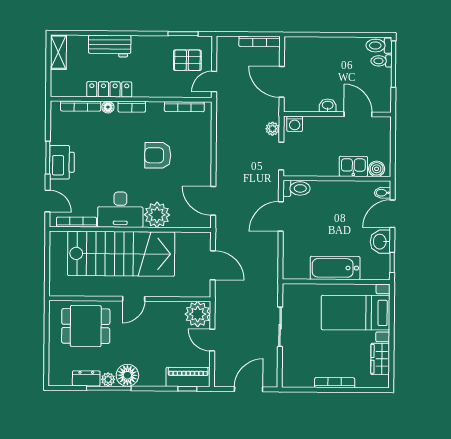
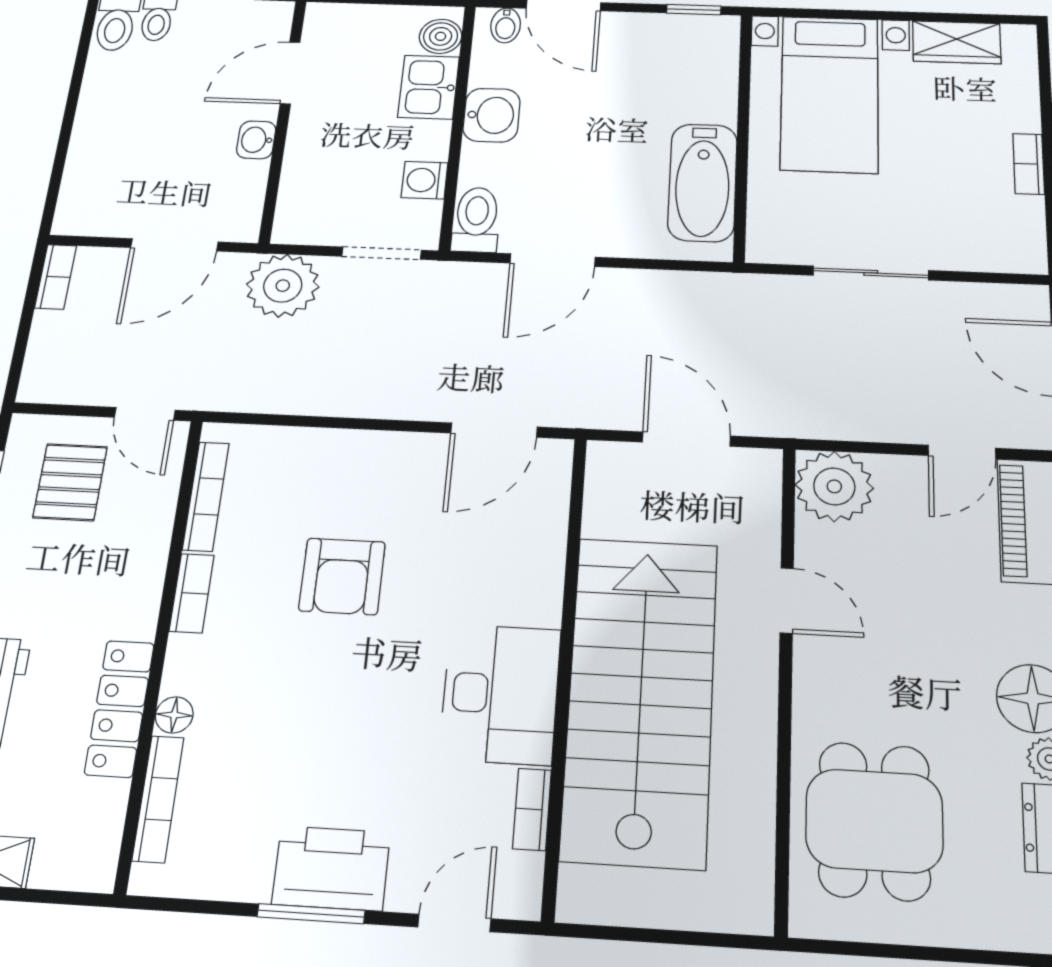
bookcase: (259, 41) -> (56, 277), width x0.64
bookcase: (132, 107) -> (192, 593), moved
washing machine: (295, 124) -> (424, 180), moved, turned 180
plant: (273, 129) -> (283, 286), width x1.87, depth x1.87
plant: (157, 215) -> (524, 587), removed
door: (281, 216) -> (553, 260), hinge flipped
bookcase: (77, 222) -> (532, 809), width x0.64
washbasin: (380, 242) -> (492, 115), moved, turned -90
door: (213, 265) -> (686, 439), hinge flipped
bathtub: (335, 268) -> (703, 182), moved
door: (134, 299) -> (787, 600), moved
door: (212, 340) -> (962, 452), moved
bookcase: (335, 383) -> (1029, 164), width x0.64

